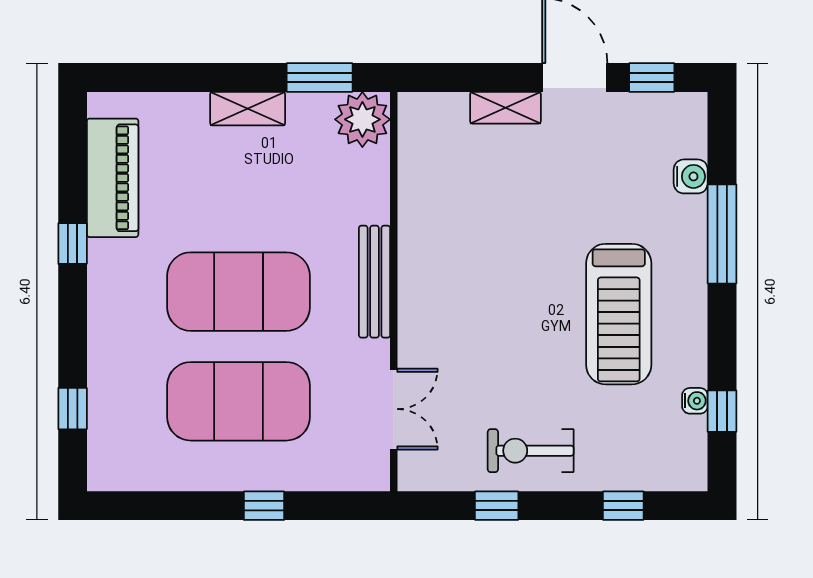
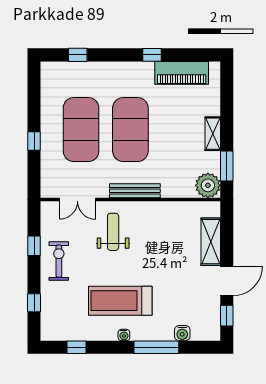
shelving: (505, 108) -> (211, 242), width x1.50, depth x1.33
weight bench: (466, 330) -> (113, 232), added
water cooler: (695, 401) -> (124, 335), moved

